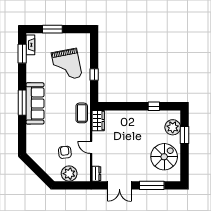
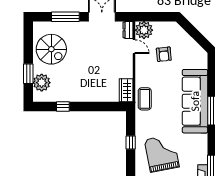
sofa: (35, 103) -> (195, 101), width x1.36, depth x1.27
door: (91, 147) -> (134, 47), moved
spiral stairs: (164, 157) -> (51, 49), turned -90
plant: (69, 174) -> (144, 30), moved

